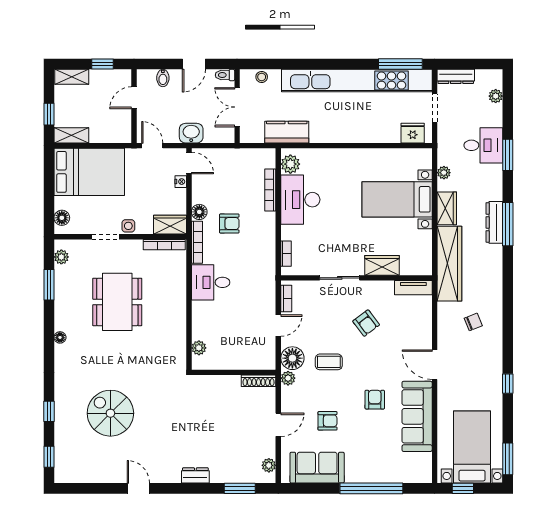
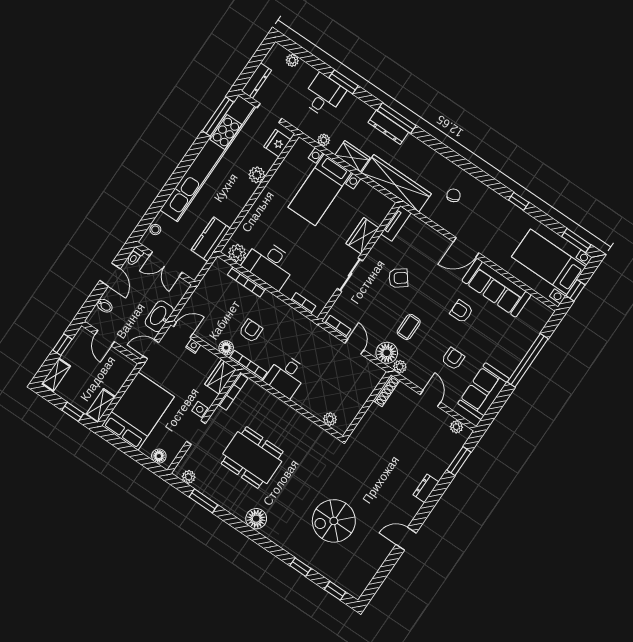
washbasin: (191, 133) -> (159, 316), width x1.38
plant: (372, 134) -> (257, 175), added
floor lamp: (60, 337) -> (256, 519), width x1.89, depth x1.89

